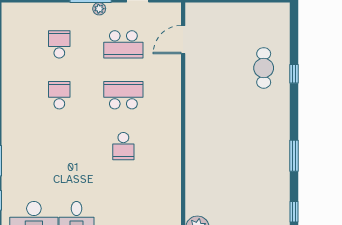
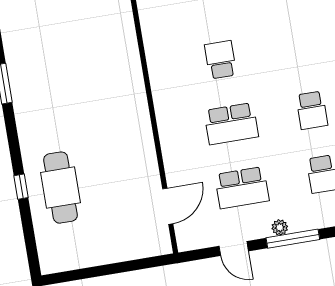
school desk: (123, 44) -> (242, 188), turned 180
cafe table: (264, 68) -> (60, 188), width x1.37, depth x1.35

